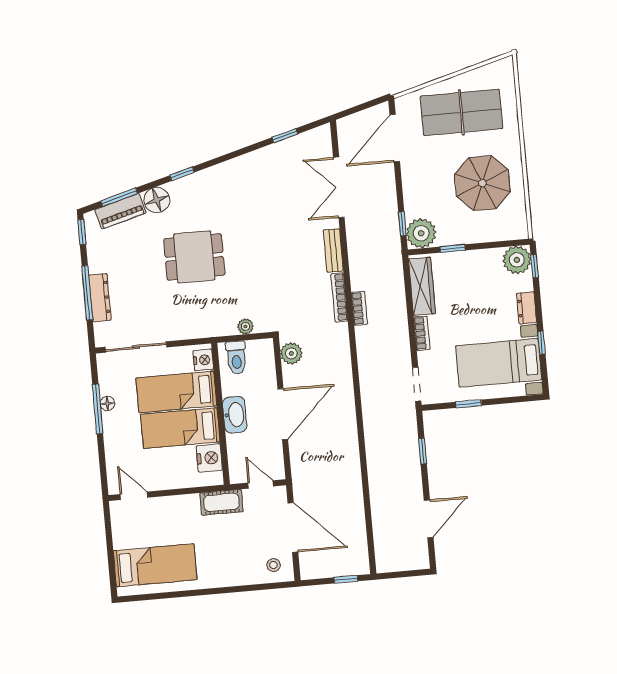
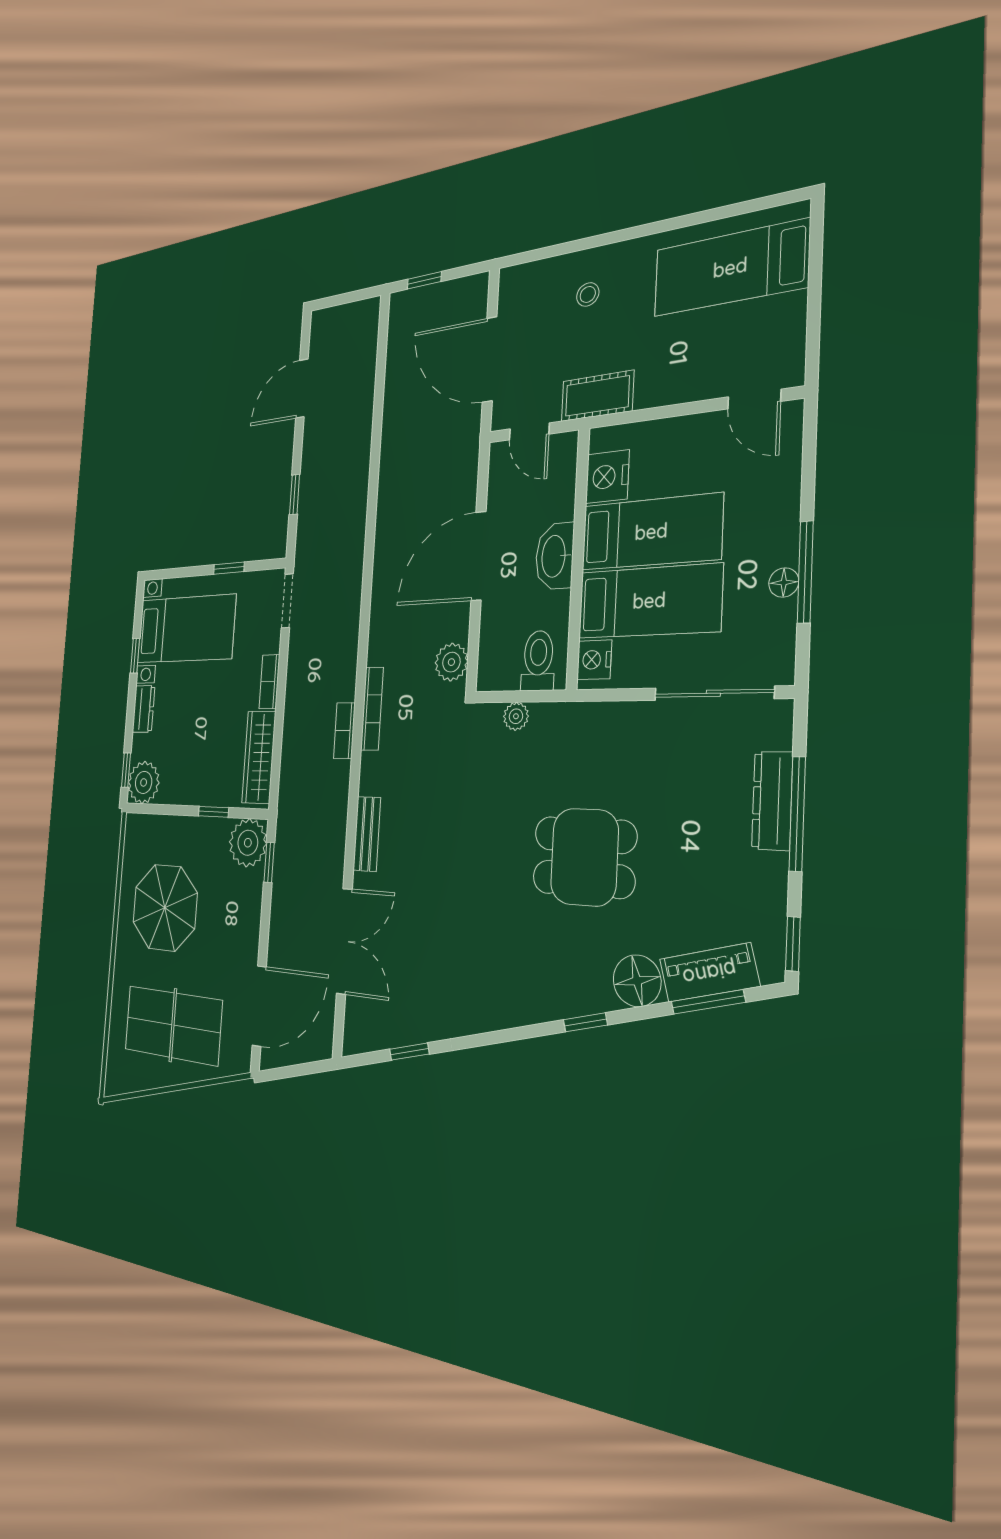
bookcase: (339, 297) -> (372, 709), moved
stool: (274, 565) -> (588, 294), moved

